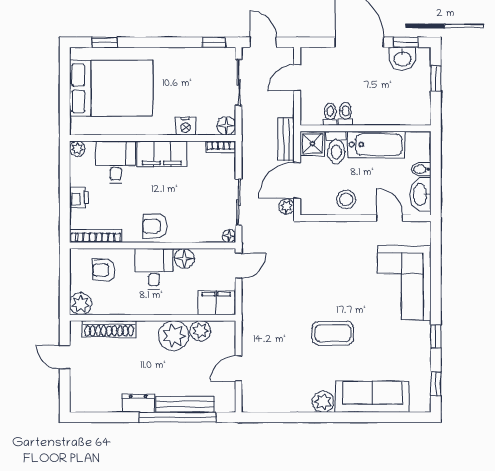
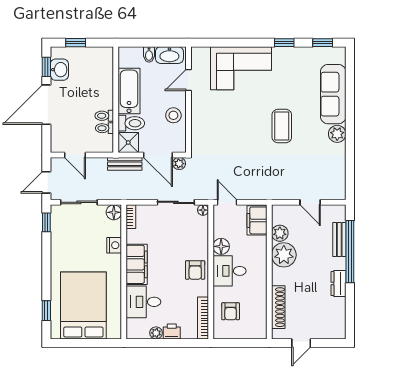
plant: (77, 149) -> (156, 333), moved
plant: (81, 304) -> (258, 330), removed
bench: (185, 404) -> (339, 240), width x0.73

